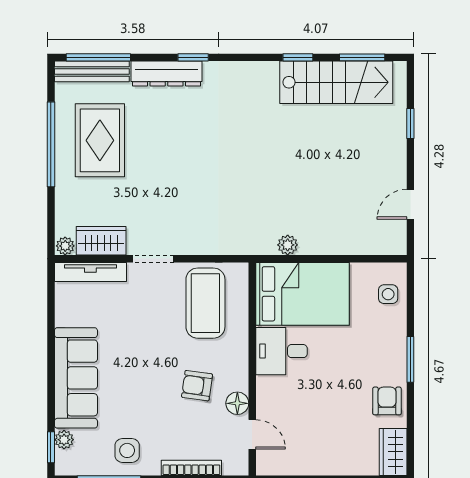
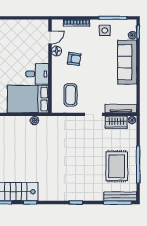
dresser: (167, 74) -> (88, 195), removed
coffee table: (205, 303) -> (70, 95), width x0.73, depth x0.76
door: (252, 434) -> (50, 37), swing flipped

